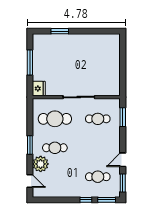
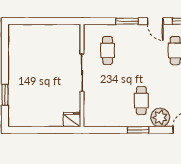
window: (30, 62) -> (42, 130), removed
window: (123, 117) -> (127, 21), moved
cafe table: (55, 119) -> (108, 101), removed

